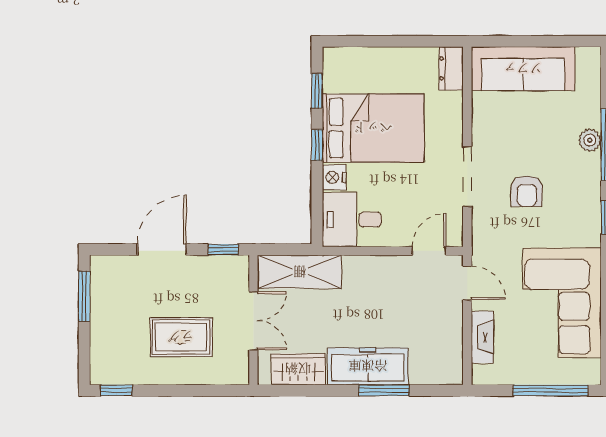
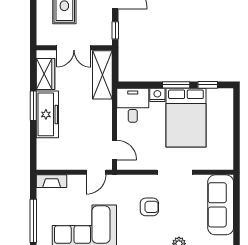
dresser: (451, 68) -> (221, 163), removed
window: (317, 145) -> (176, 85), width x1.50
doorway: (467, 177) -> (175, 172), moved
armchair: (527, 191) -> (149, 207), turned 180
fireplace: (482, 337) -> (52, 181), moved
window: (384, 390) -> (33, 106), moved

